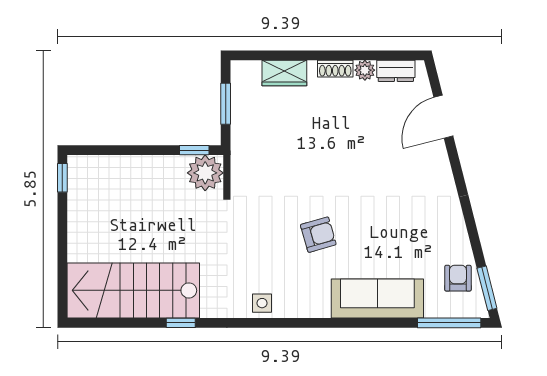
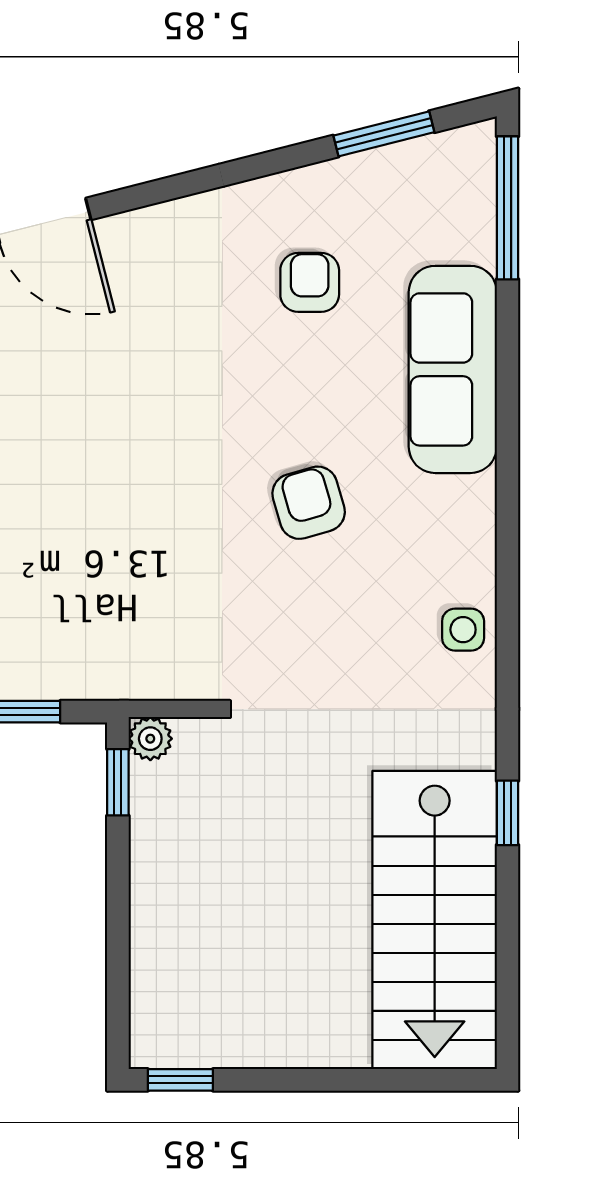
plant: (205, 173) -> (150, 739), width x0.53, depth x0.53
armchair: (458, 278) -> (310, 282), moved, turned 90
window: (487, 288) -> (384, 134), moved

